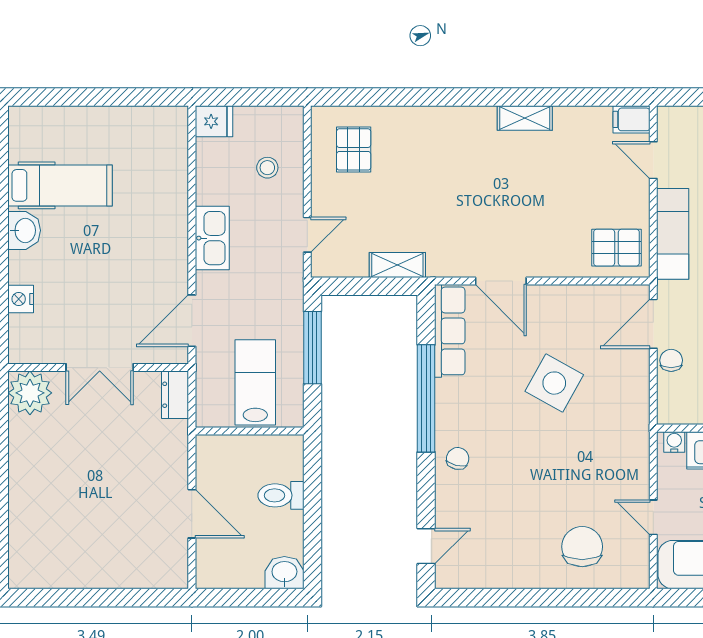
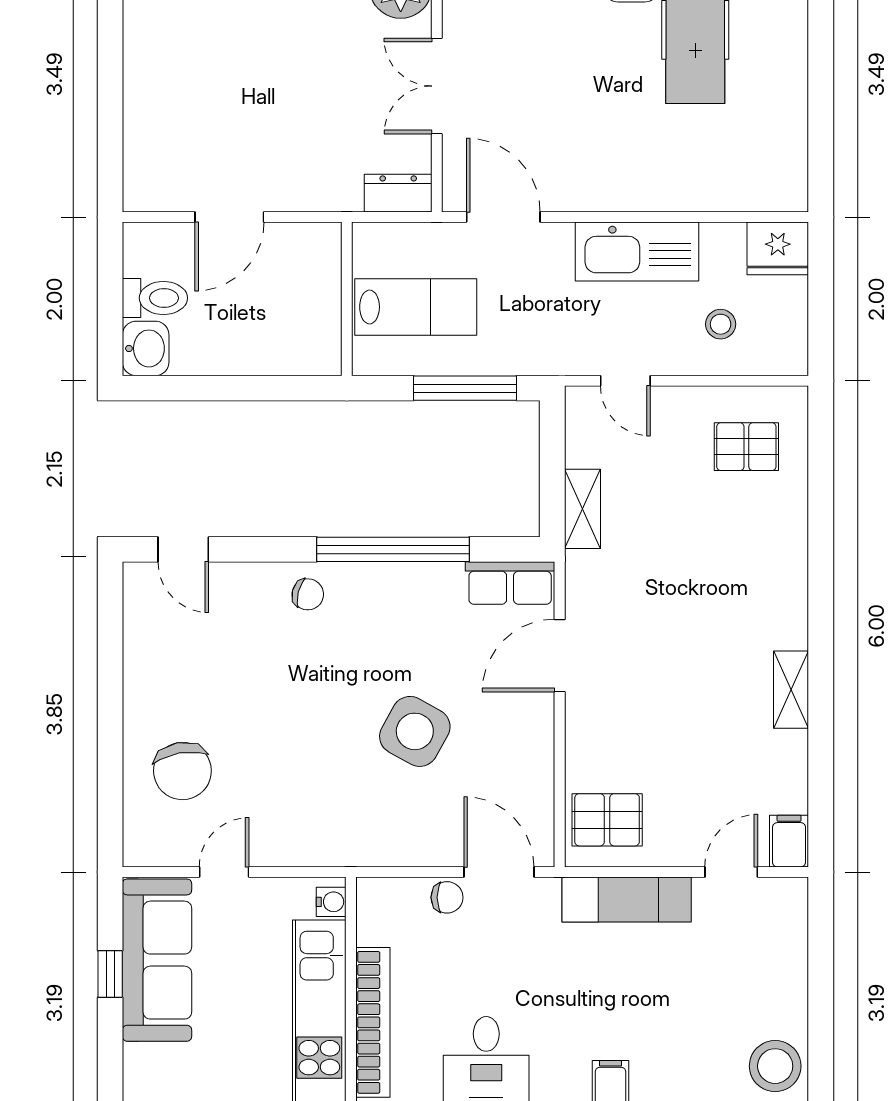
fridge: (214, 121) -> (778, 248), width x1.38
kitchen sink: (212, 238) -> (637, 252), width x1.36, depth x1.24
pallet: (616, 248) -> (607, 820), turned 90
row of seats: (450, 331) -> (510, 583), width x0.68
toilet: (281, 495) -> (155, 298), moved, turned 90
chair: (582, 547) -> (182, 771), turned 80

